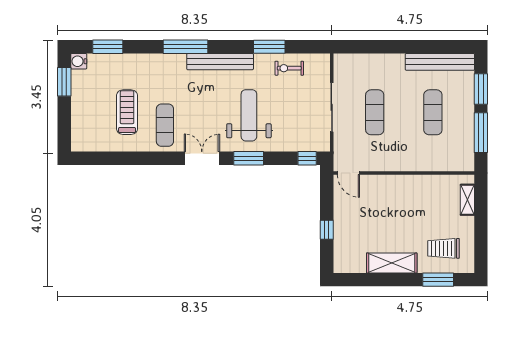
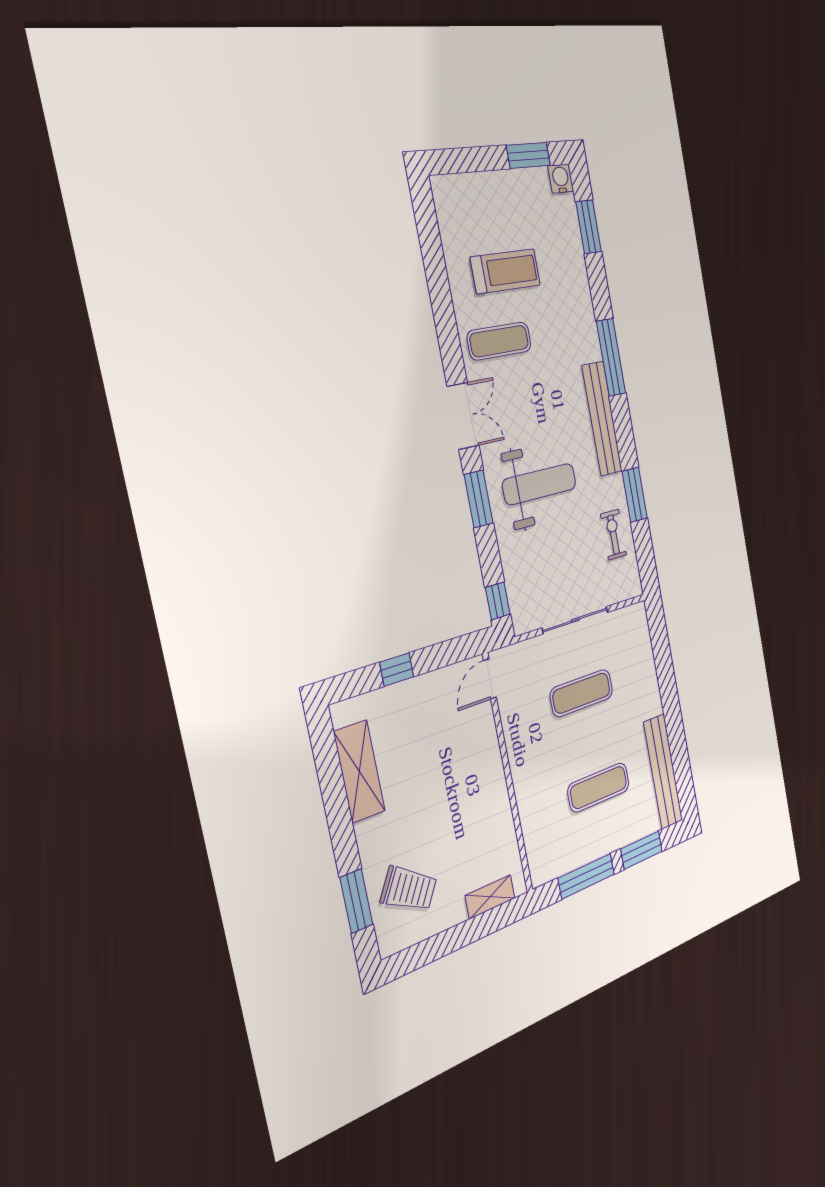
trolley: (444, 248) -> (409, 889), turned 121
shelving: (392, 263) -> (359, 771), moved

